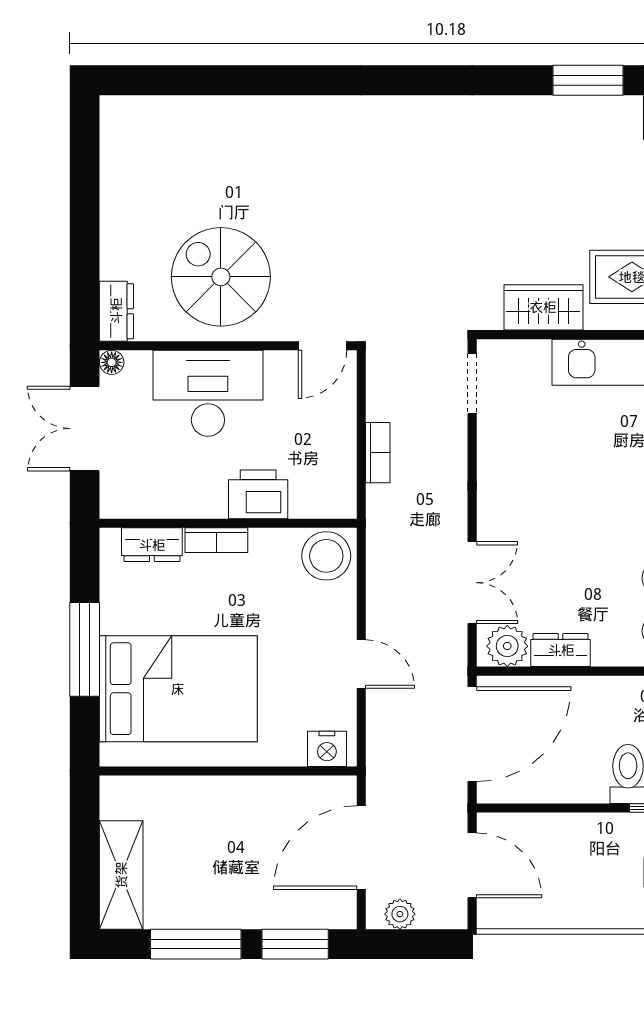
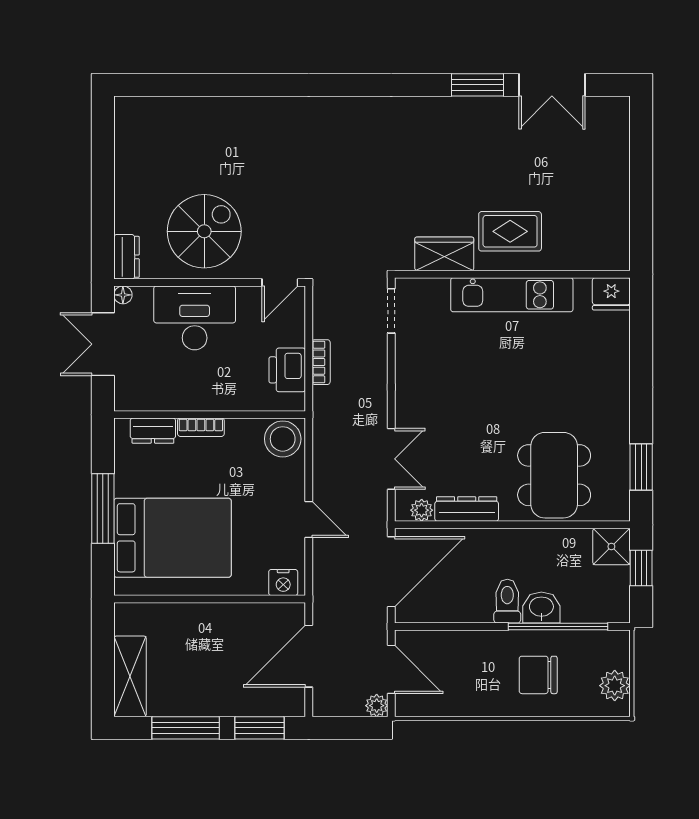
spiral stairs: (221, 277) -> (204, 231), turned 90
printer: (258, 494) -> (287, 370), moved, turned -90
plant: (507, 646) -> (422, 510), width x0.73, depth x0.73
dresser: (561, 650) -> (467, 509), width x1.44
plant: (400, 914) -> (377, 706), moved

